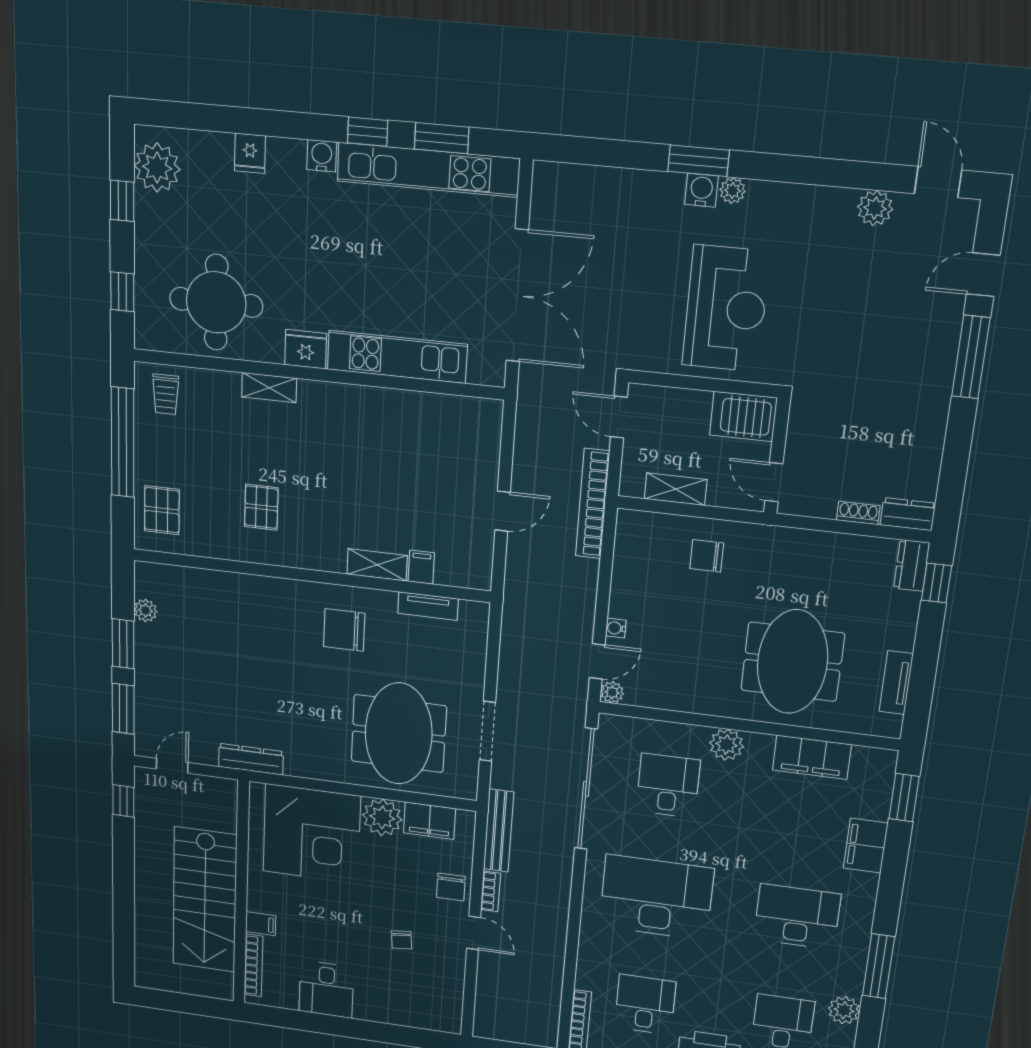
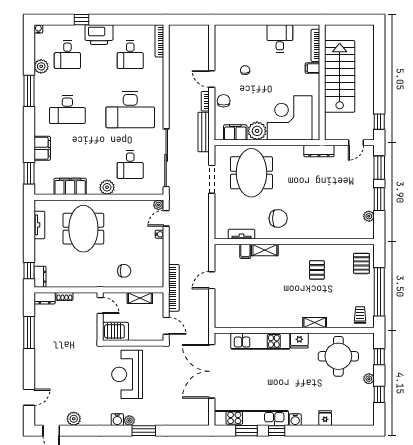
plant: (157, 168) -> (369, 379), moved, width x0.53, depth x0.53
water cooler: (702, 190) -> (117, 420), moved
window: (971, 357) -> (29, 333), moved

